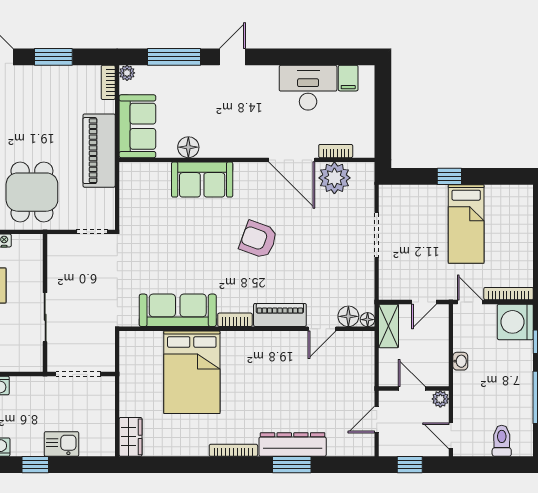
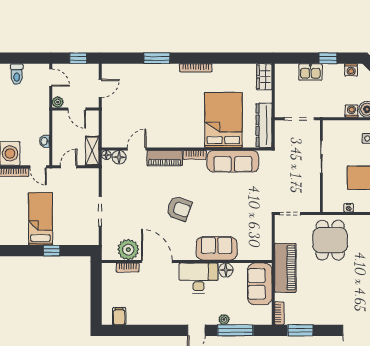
window: (53, 57) -> (300, 330), moved
plant: (127, 73) -> (224, 320), moved
desk: (308, 88) -> (199, 278), moved, turned 180
washbasin: (460, 361) -> (44, 141), moved
dresser: (293, 445) -> (264, 125), moved, turned 90

